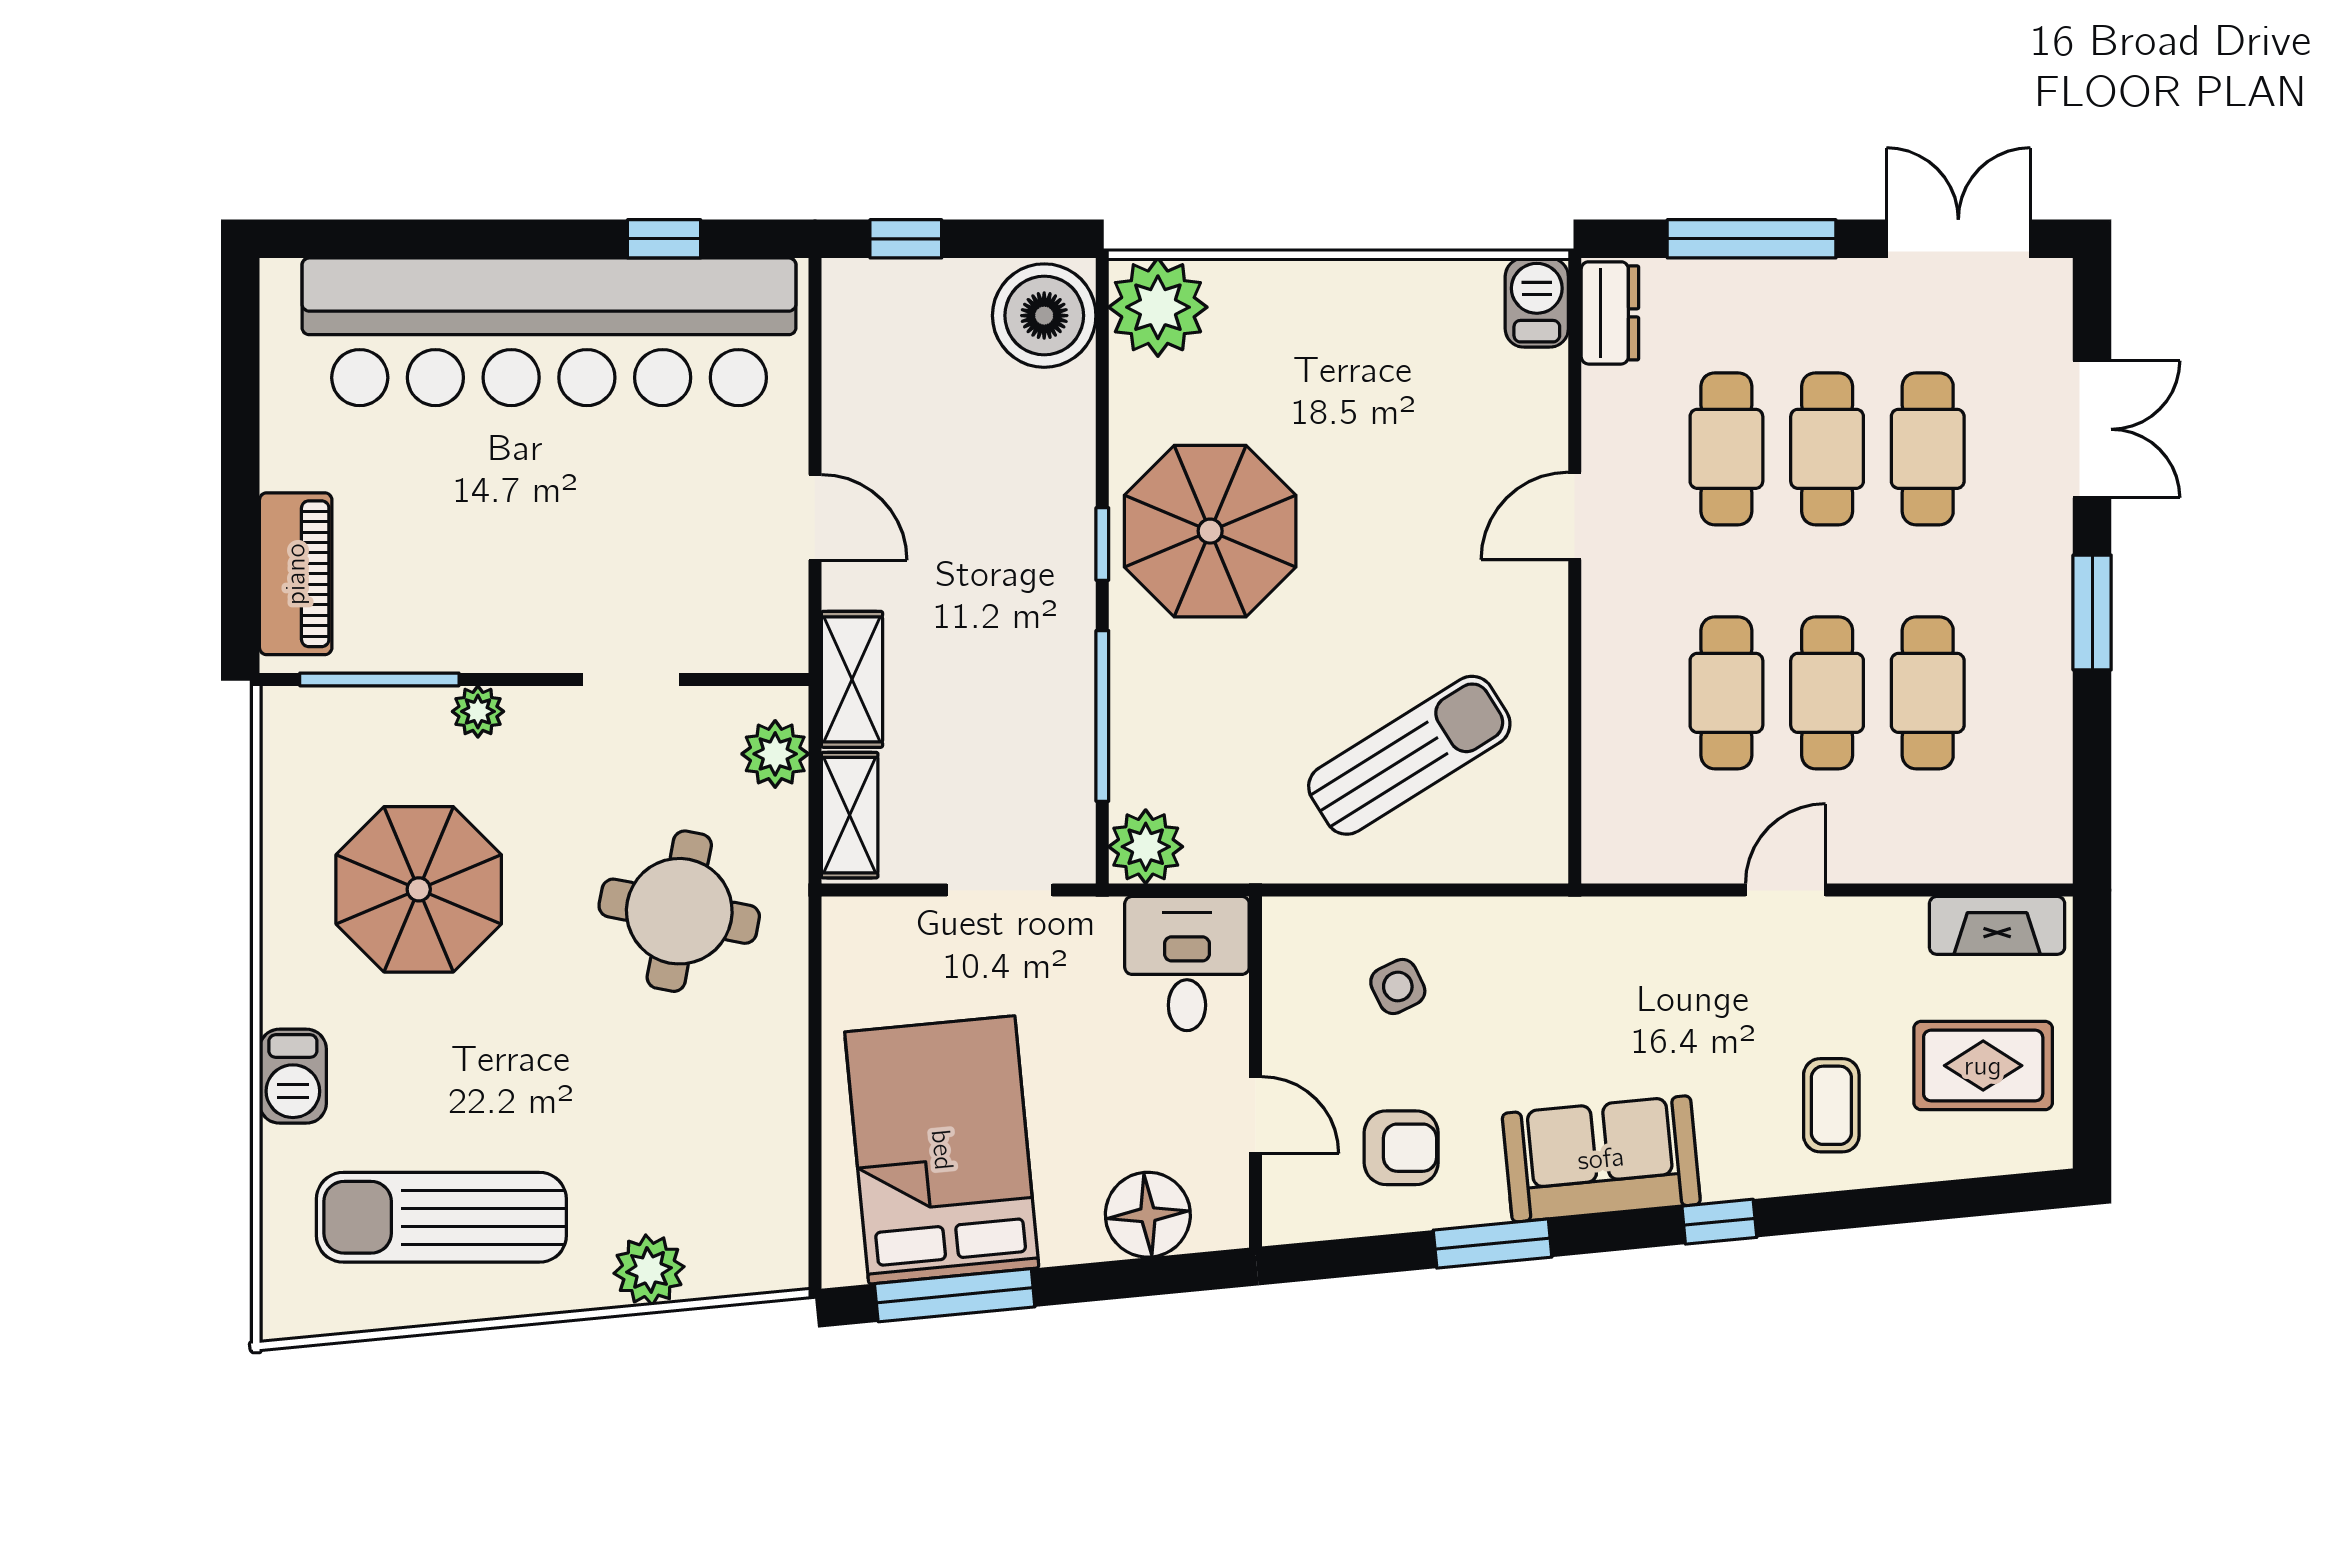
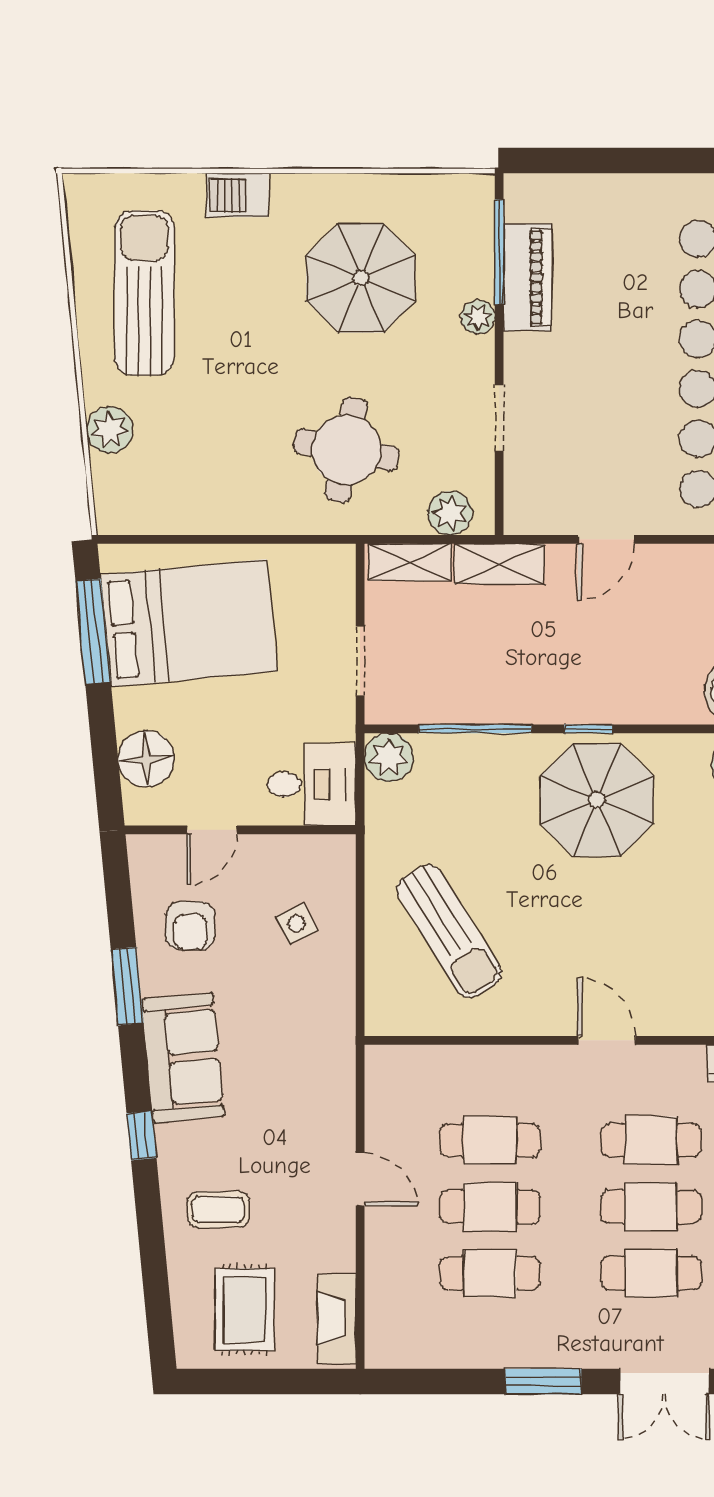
piano: (296, 574) -> (527, 277), moved, turned -90

